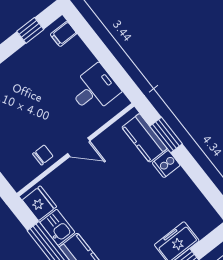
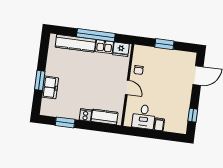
filing cabinet: (63, 34) -> (159, 124), moved
window: (166, 135) -> (65, 122), moved
door: (79, 147) -> (127, 87), swing flipped

